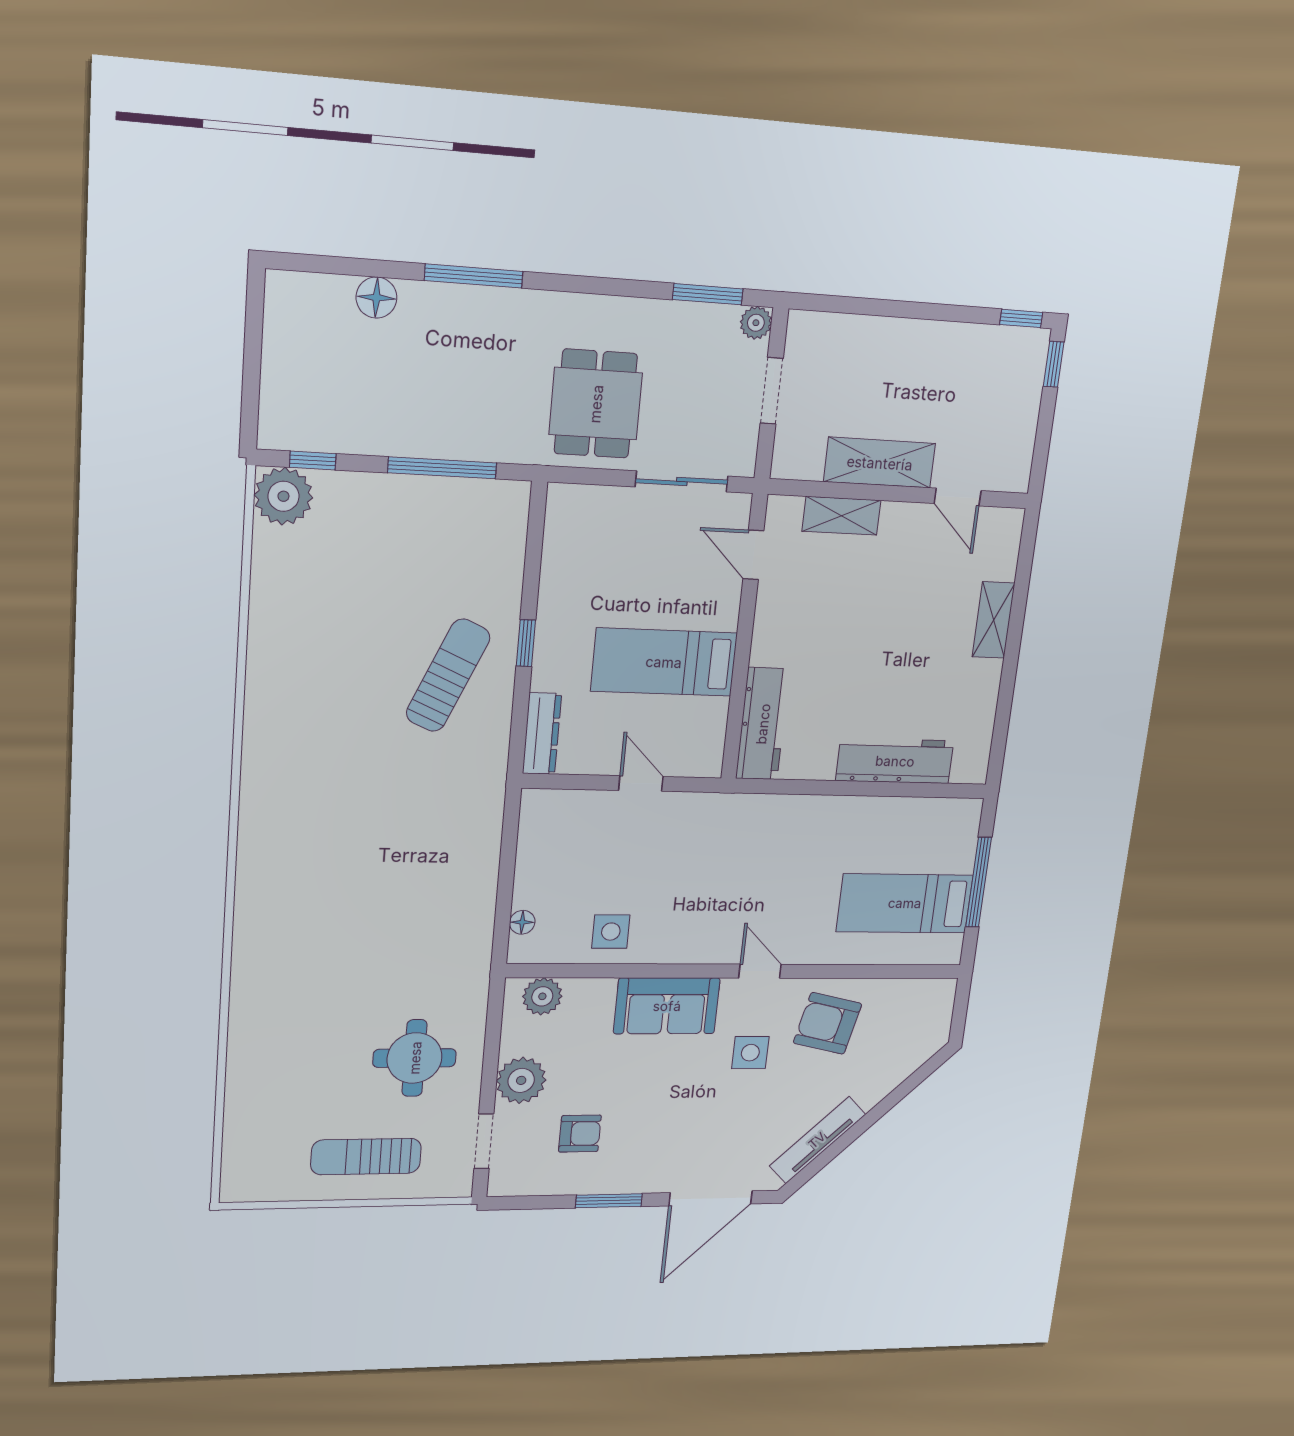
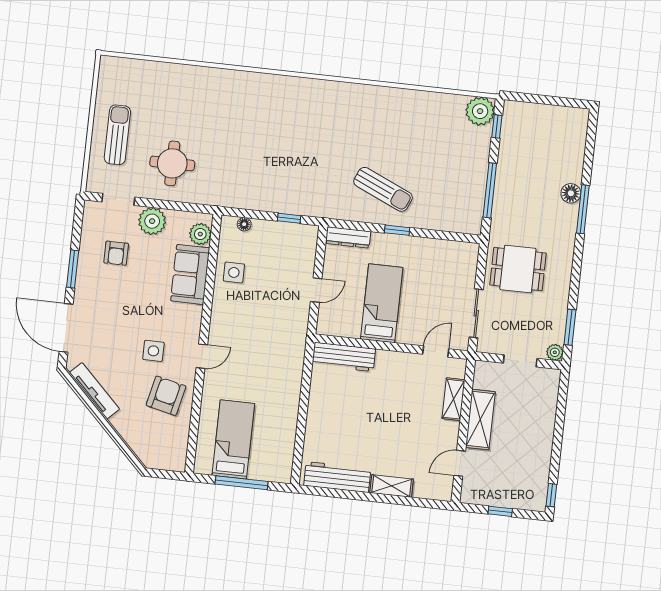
floor lamp: (376, 298) -> (571, 193), moved
window: (1054, 364) -> (500, 511), moved
workbench: (895, 761) -> (337, 477), moved, turned -90
window: (509, 844) -> (289, 218), added
sofa: (667, 1006) -> (190, 274), moved

